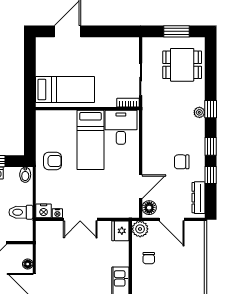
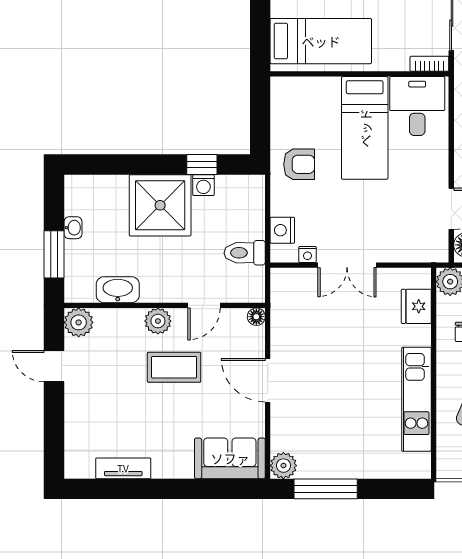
bidet: (25, 175) -> (252, 188), removed
nightstand: (44, 211) -> (282, 230), moved, turned 90
fridge: (120, 231) -> (416, 306), moved
floor lamp: (28, 264) -> (256, 317), moved

